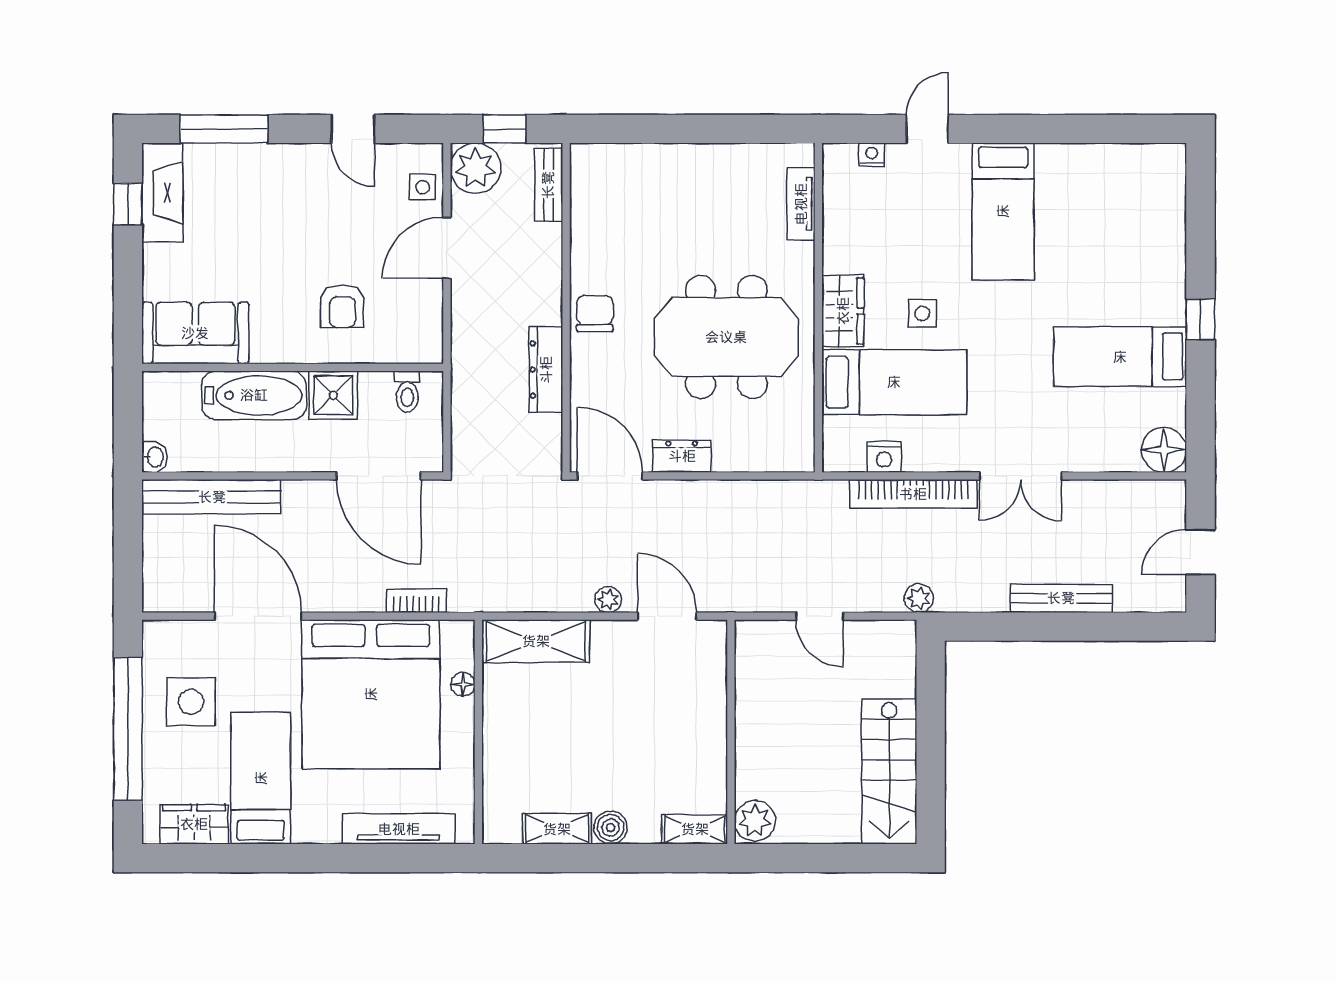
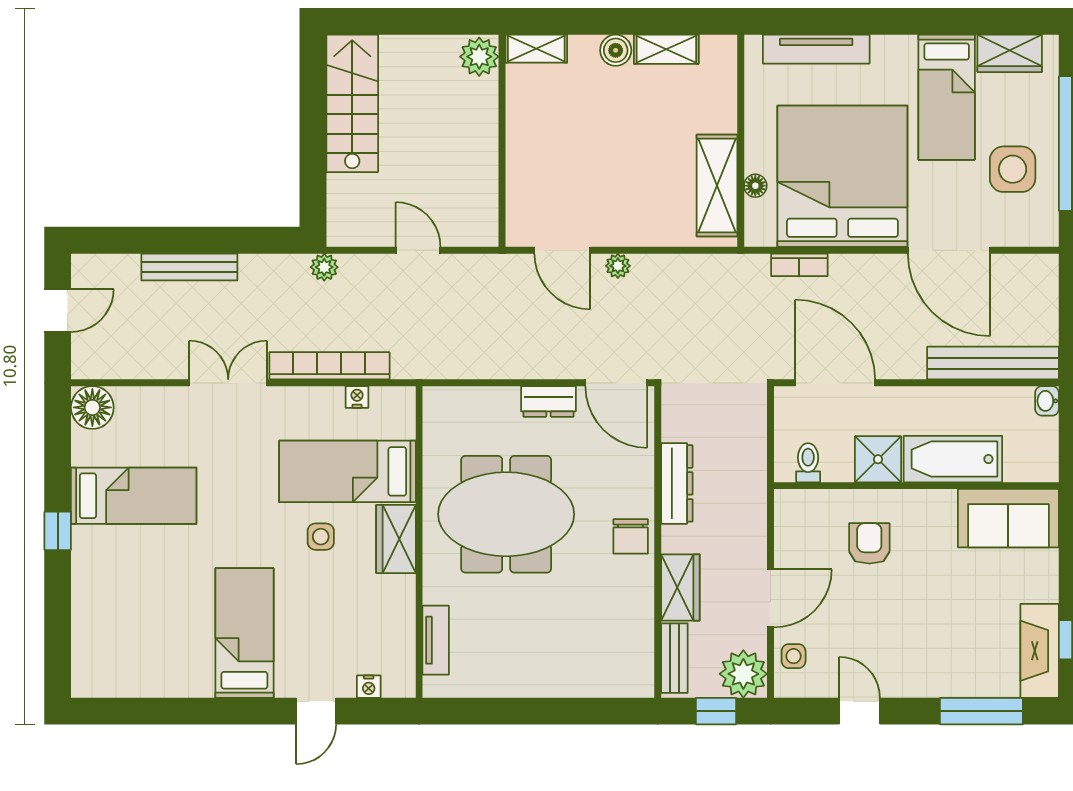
wardrobe: (542, 260) -> (680, 587), added
nightstand: (884, 457) -> (357, 397), width x0.72, depth x0.74
shelving: (536, 641) -> (717, 185), moved, turned 90

